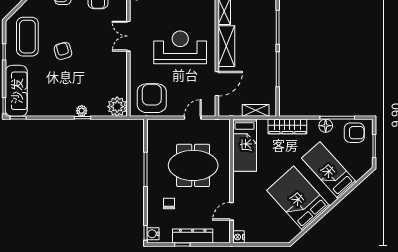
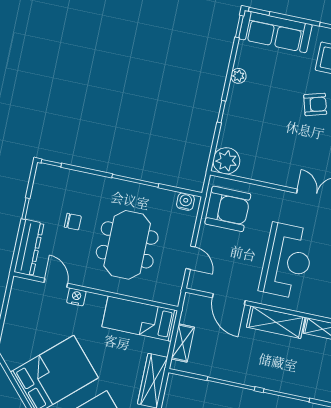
plant: (82, 111) -> (238, 76), moved
chair: (169, 203) -> (73, 222), moved
water cooler: (153, 234) -> (185, 202), moved
dresser: (193, 236) -> (29, 248), moved
nightstand: (238, 237) -> (76, 297), moved

